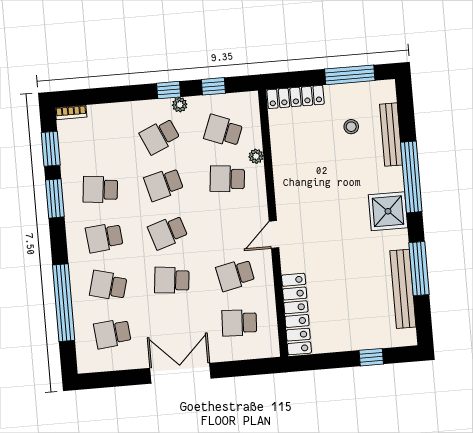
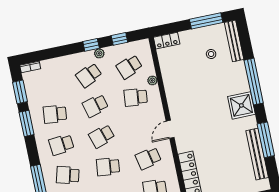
locker: (296, 97) -> (167, 41), width x0.66
school desk: (223, 131) -> (129, 67), turned -42
bench: (391, 135) -> (234, 41), moved

